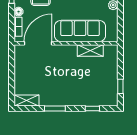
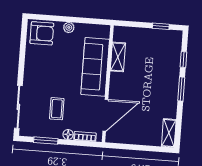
door: (38, 43) -> (105, 115), swing flipped
window: (55, 109) -> (181, 89), moved

